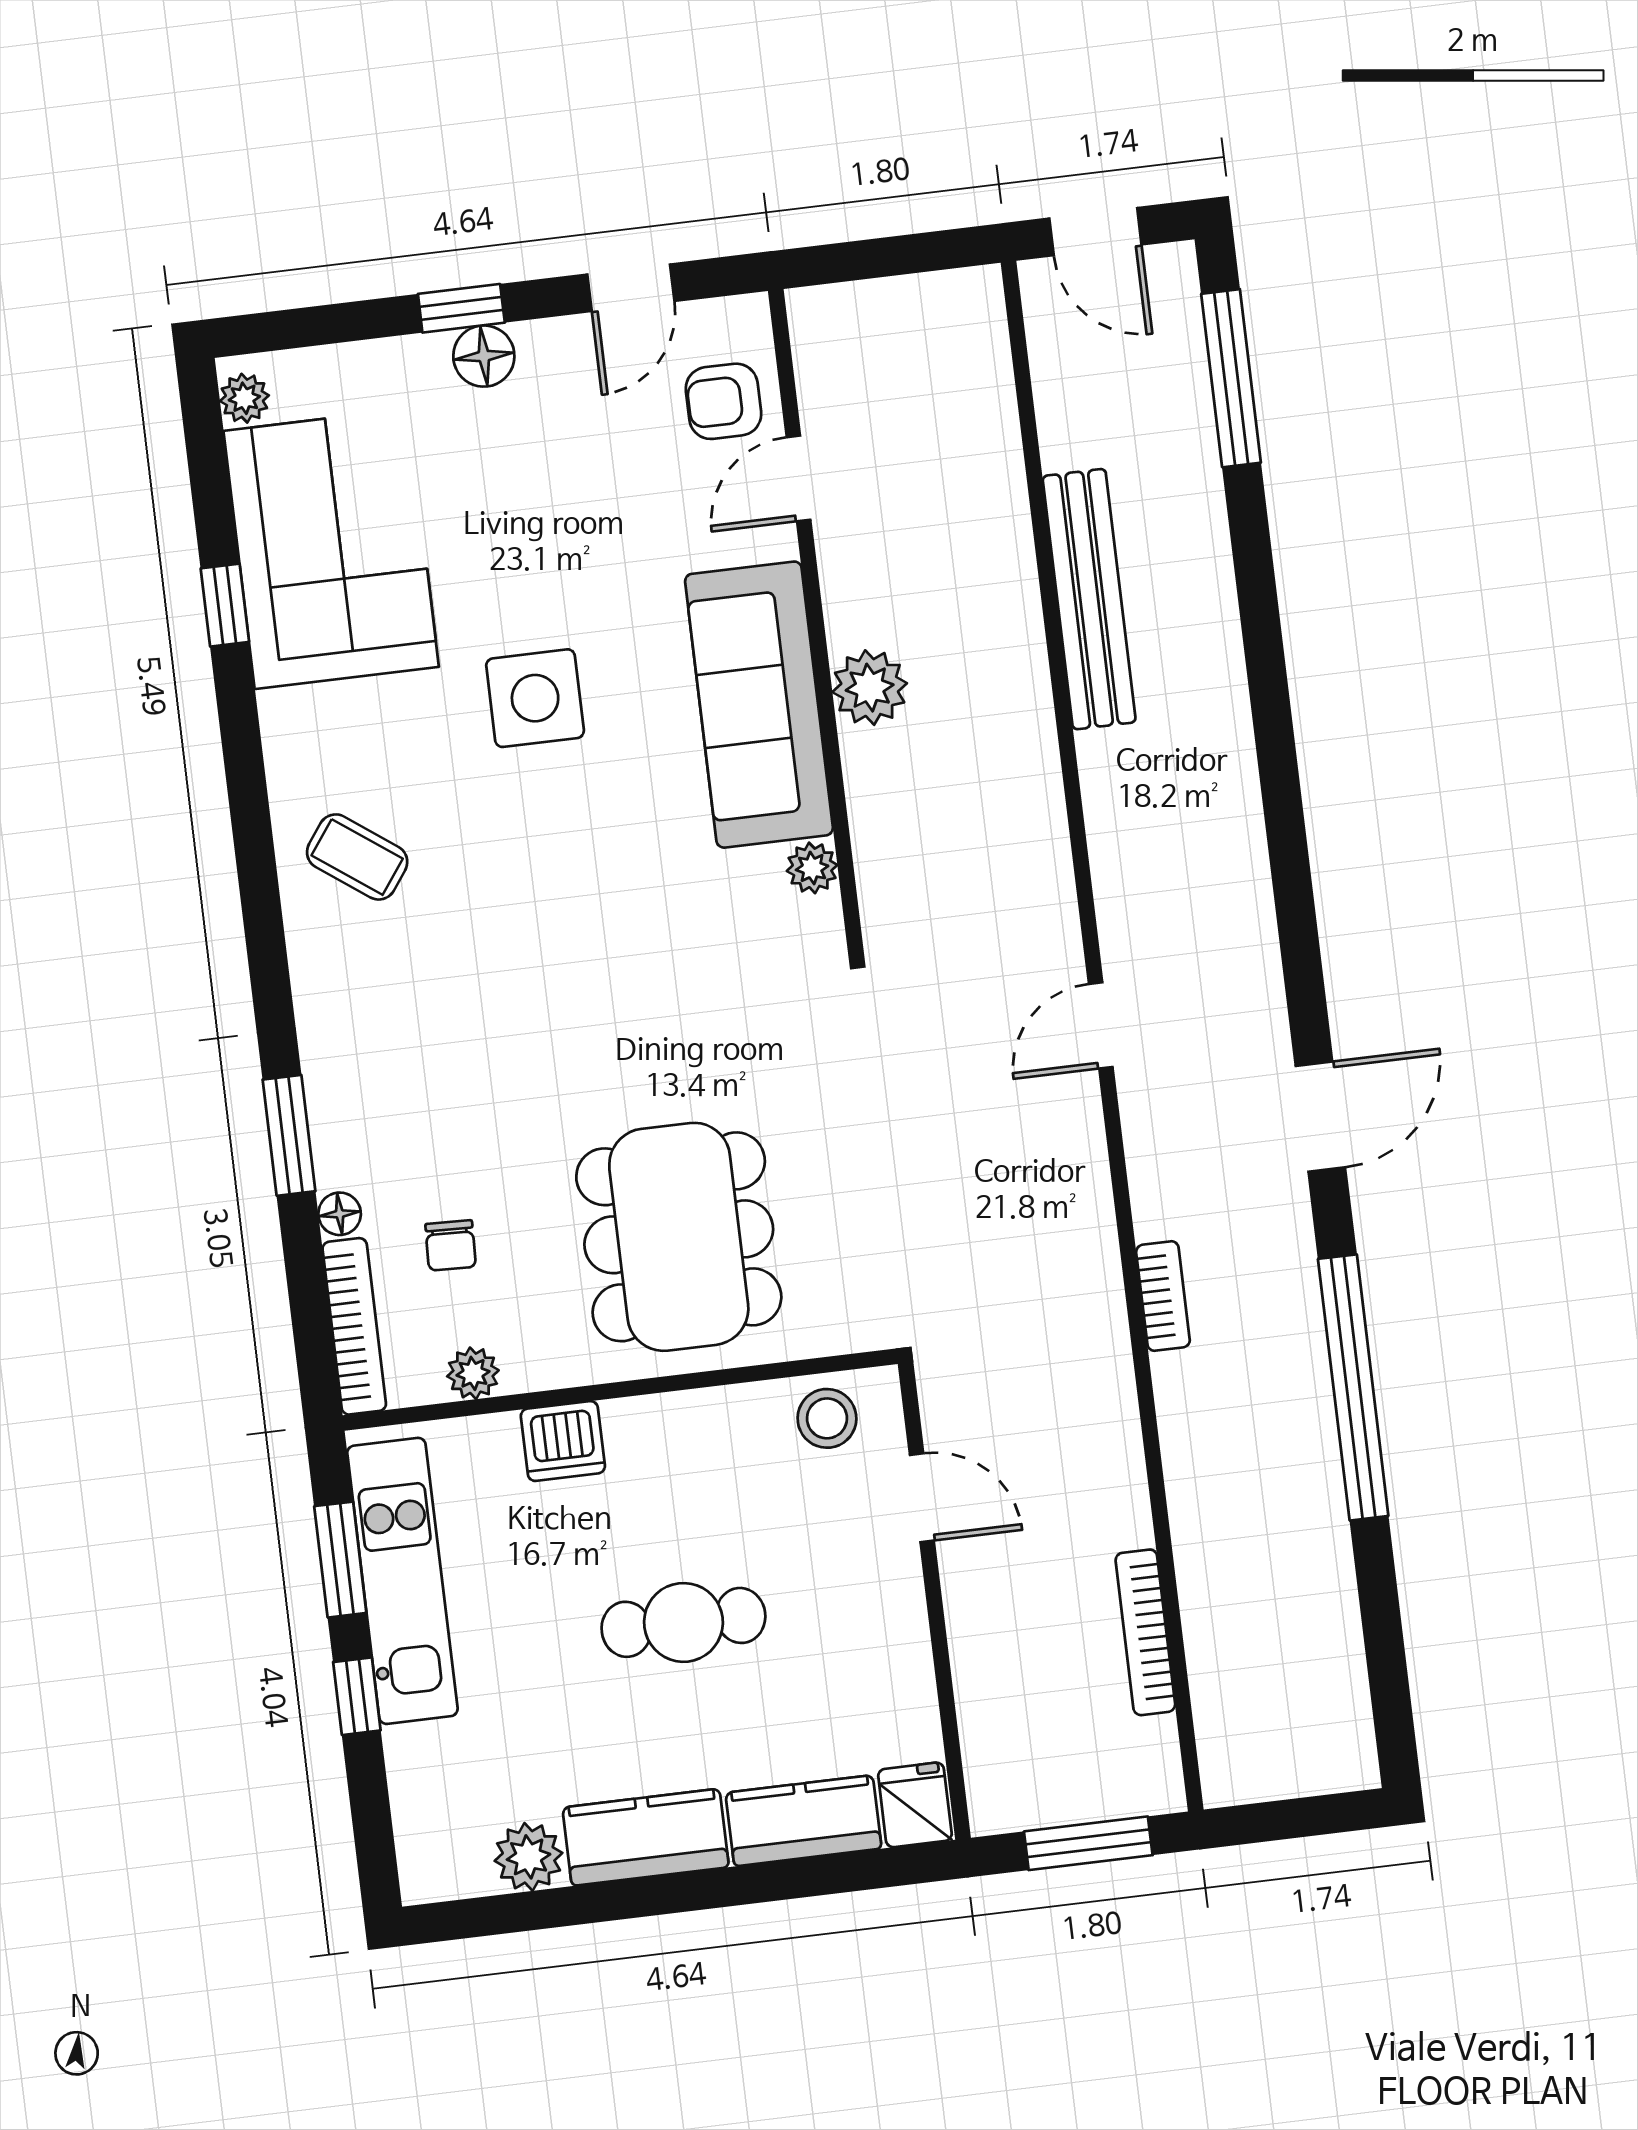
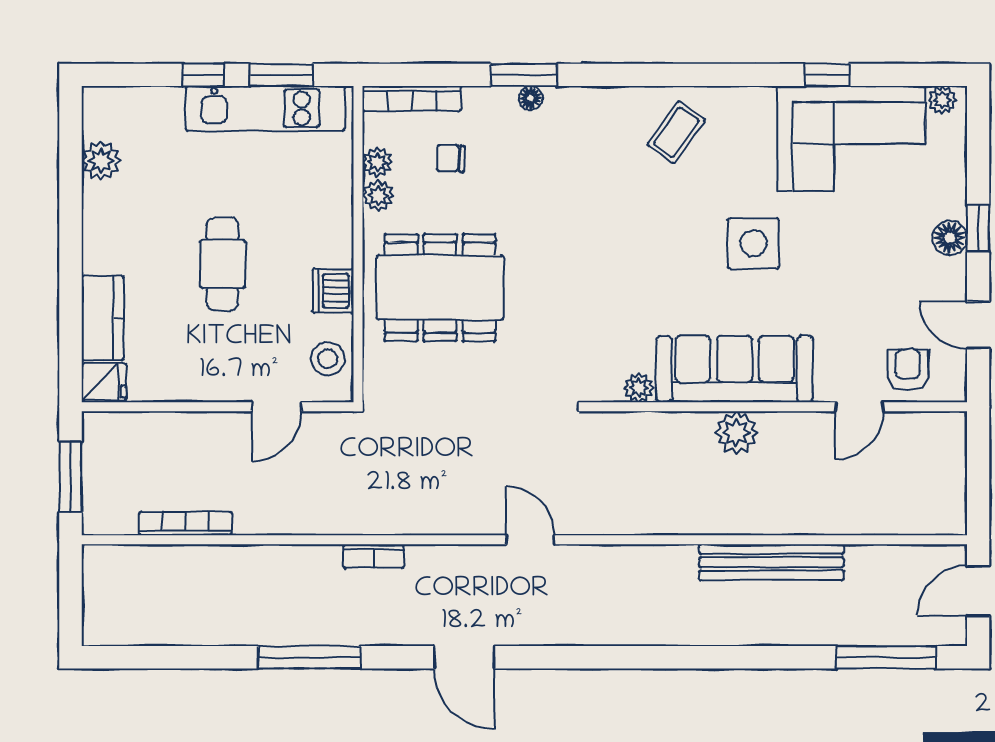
door: (799, 478) -> (859, 407), swing flipped
floor lamp: (340, 1214) -> (531, 98), moved
plant: (531, 1365) -> (378, 196), added
window: (1353, 1387) -> (309, 657), width x0.68
dishwasher: (563, 1441) -> (333, 291), moved
kitchen counter: (646, 1837) -> (104, 228), removed

